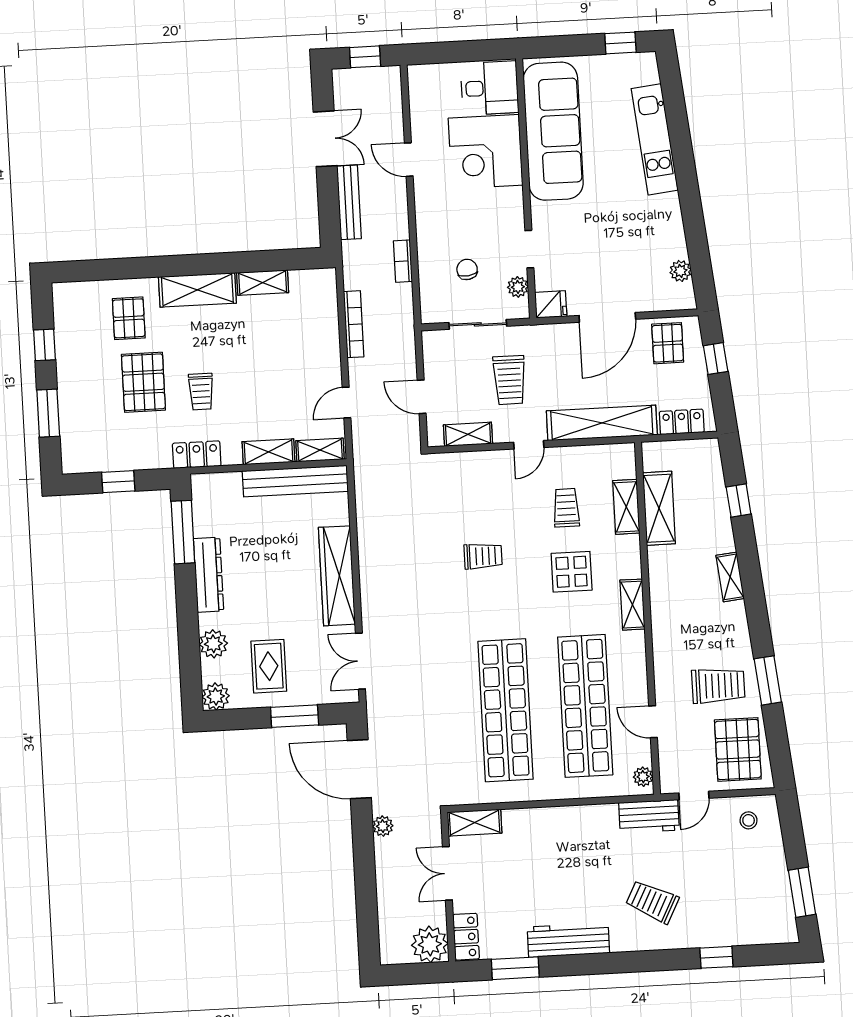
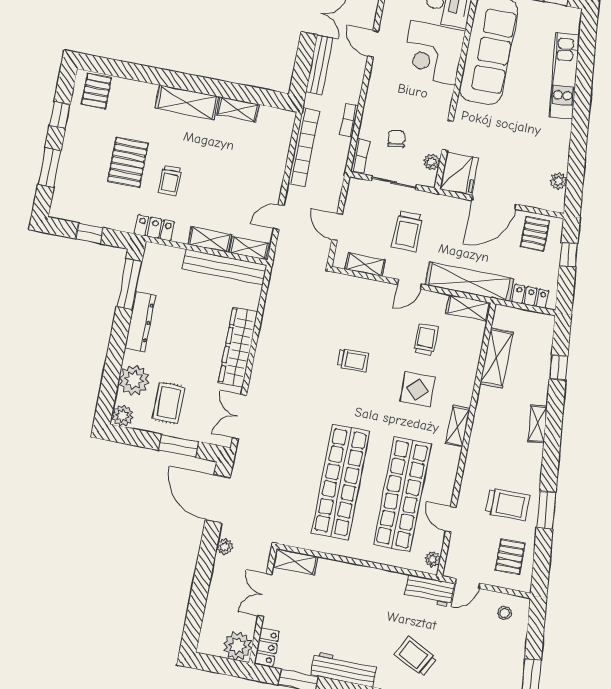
bookcase: (428, 302) -> (360, 156), added
fridge: (551, 304) -> (459, 174), width x1.88, depth x1.34
pallet: (129, 318) -> (96, 91), moved
bookcase: (354, 324) -> (304, 147), width x1.48, depth x1.31
shelving: (626, 507) -> (468, 308), moved, turned 90
plant: (213, 644) -> (134, 380), width x1.36, depth x1.36
pallet: (738, 749) -> (510, 557), width x0.67, depth x0.71

